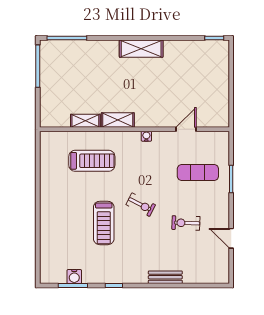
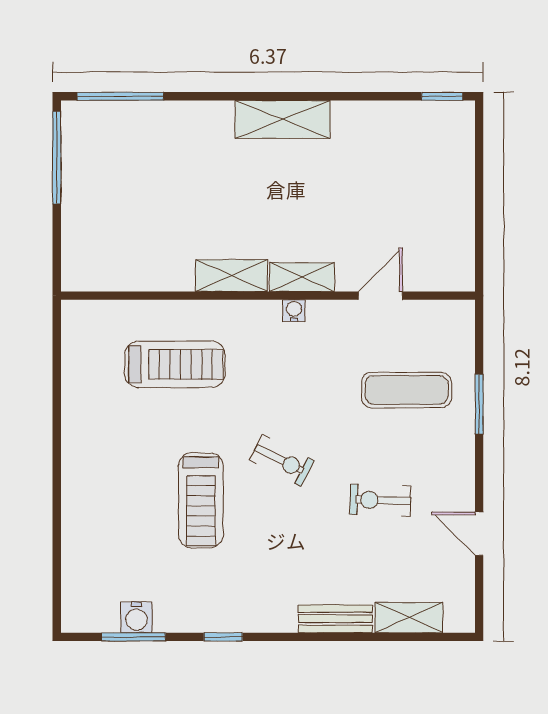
shelving: (85, 121) -> (302, 277), moved
shelving: (199, 277) -> (409, 618), added

